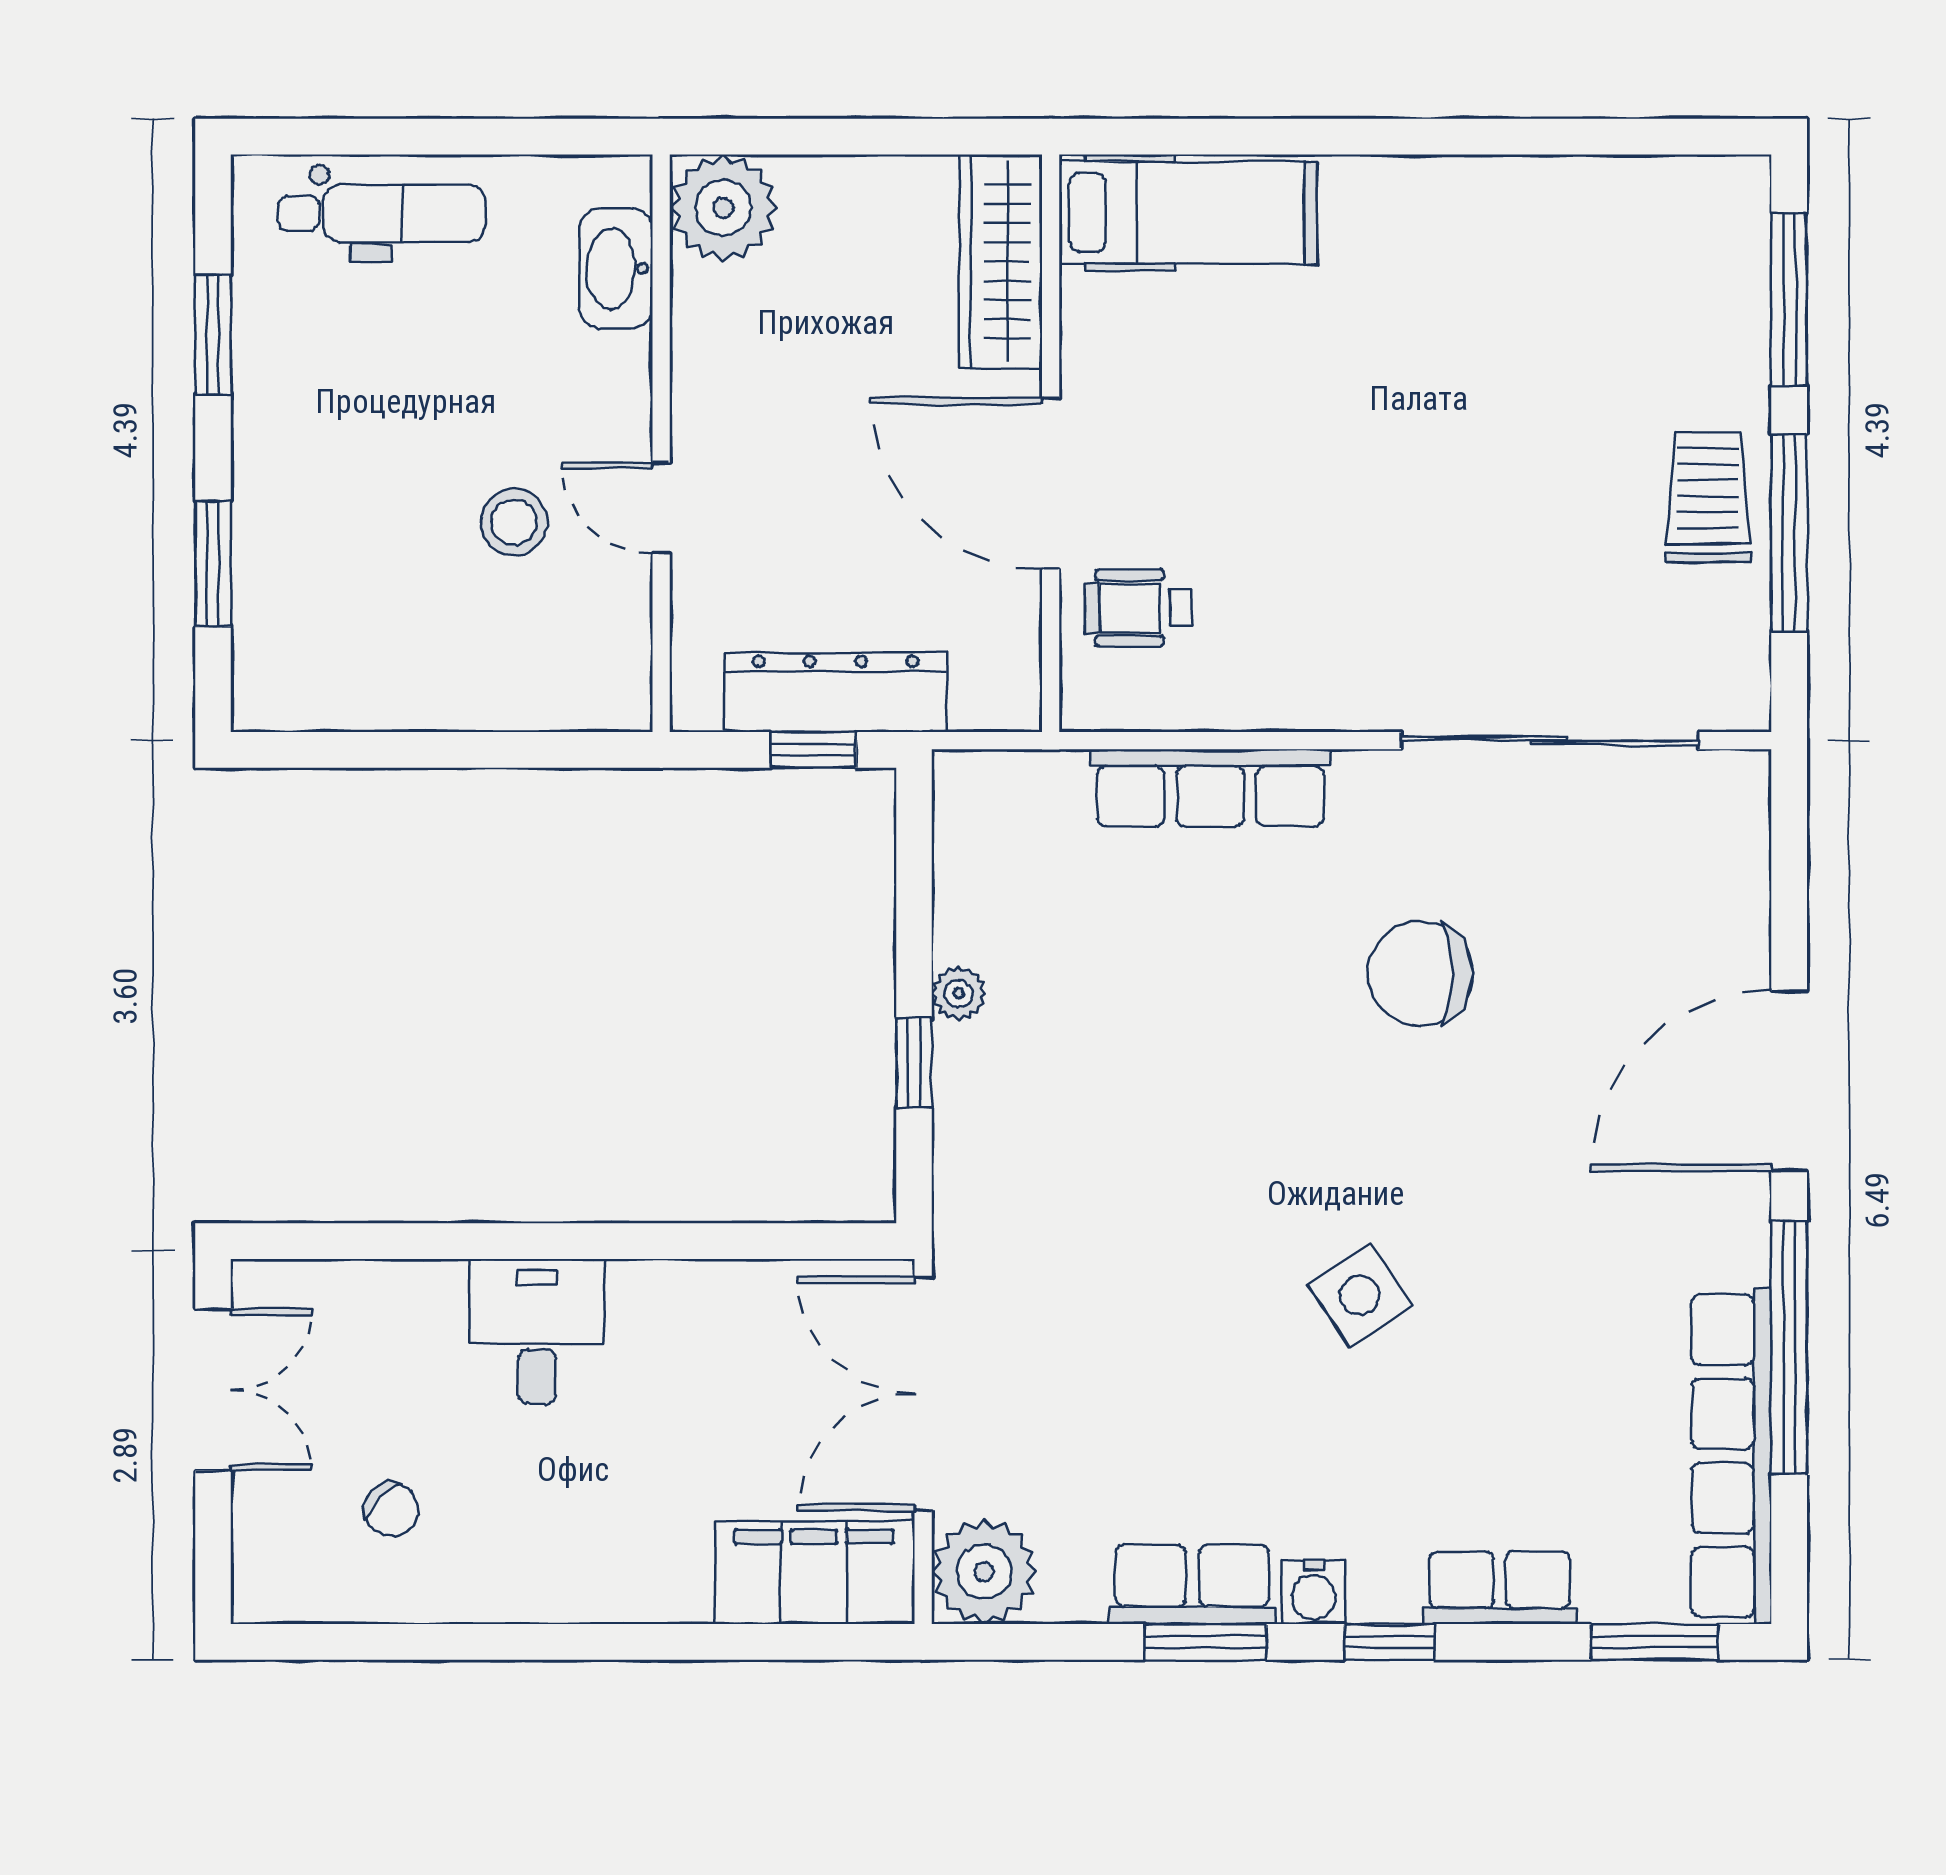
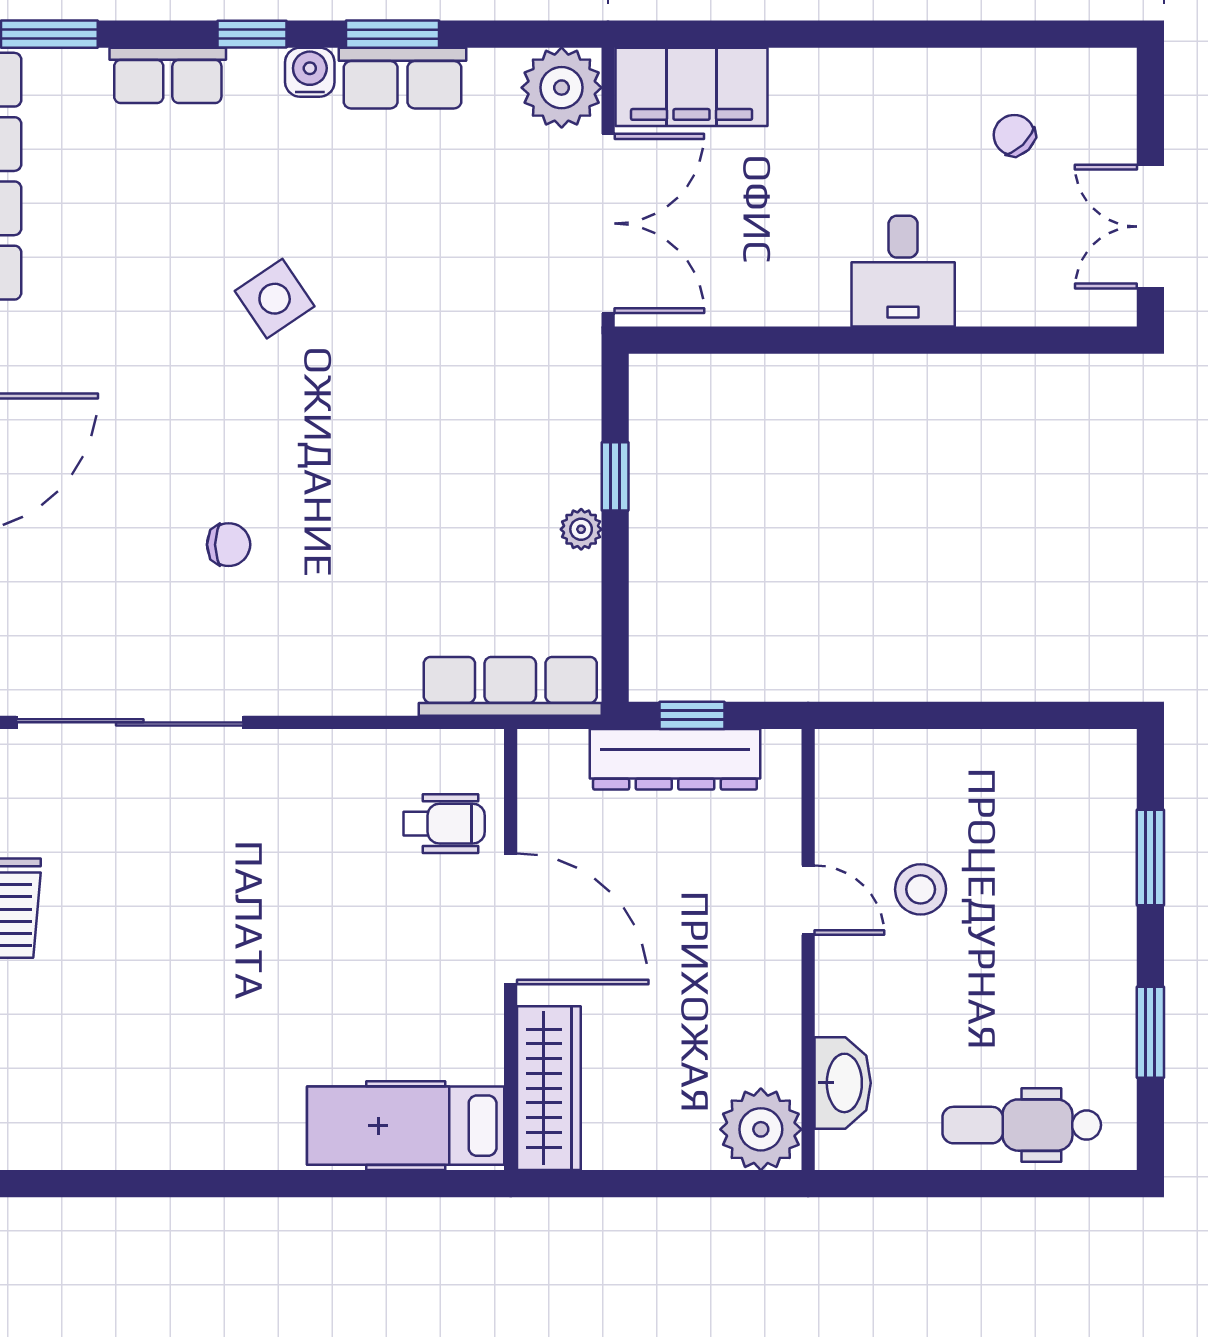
row of seats: (1210, 788) -> (510, 686), moved
chair: (1420, 973) -> (229, 545), width x0.54, depth x0.54

